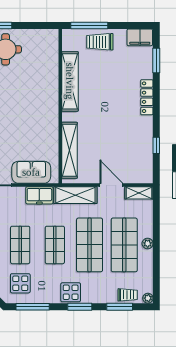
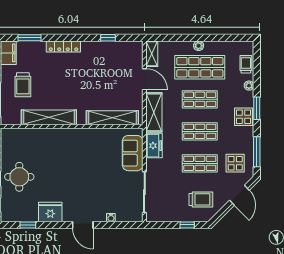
trolley: (100, 42) -> (23, 85), moved
door: (111, 185) -> (144, 79), swing flipped
shop shelf: (90, 245) -> (200, 99), width x0.70, depth x0.74
plant: (148, 298) -> (249, 86), moved
window: (120, 307) -> (257, 71), removed

